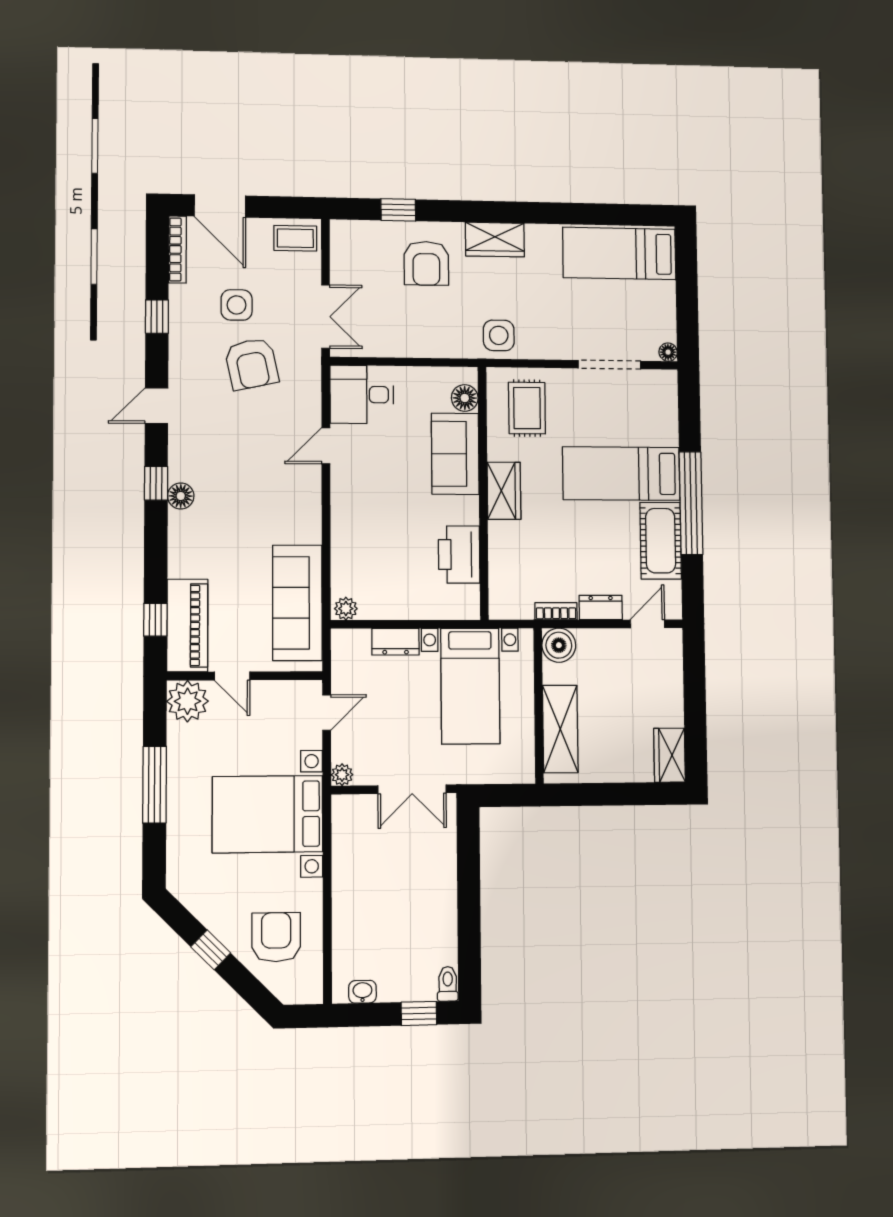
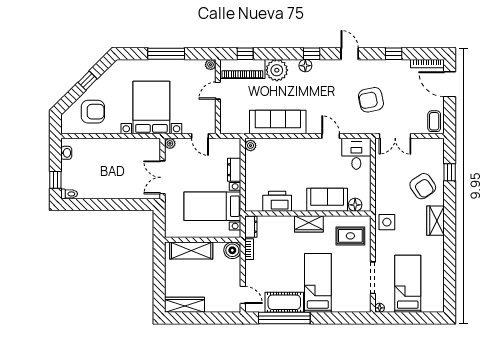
door: (220, 206) -> (450, 84), hinge flipped
bed: (619, 253) -> (408, 284), moved
armchair: (426, 263) -> (423, 186), turned -124
side table: (237, 305) -> (400, 92), removed
window: (691, 503) -> (284, 318), moved
plant: (190, 555) -> (277, 70), added
sofa: (297, 603) -> (278, 122), moved
dresser: (601, 608) -> (251, 227), moved
plant: (188, 701) -> (211, 65), width x0.53, depth x0.53
wardrobe: (669, 755) -> (185, 305), width x1.50

